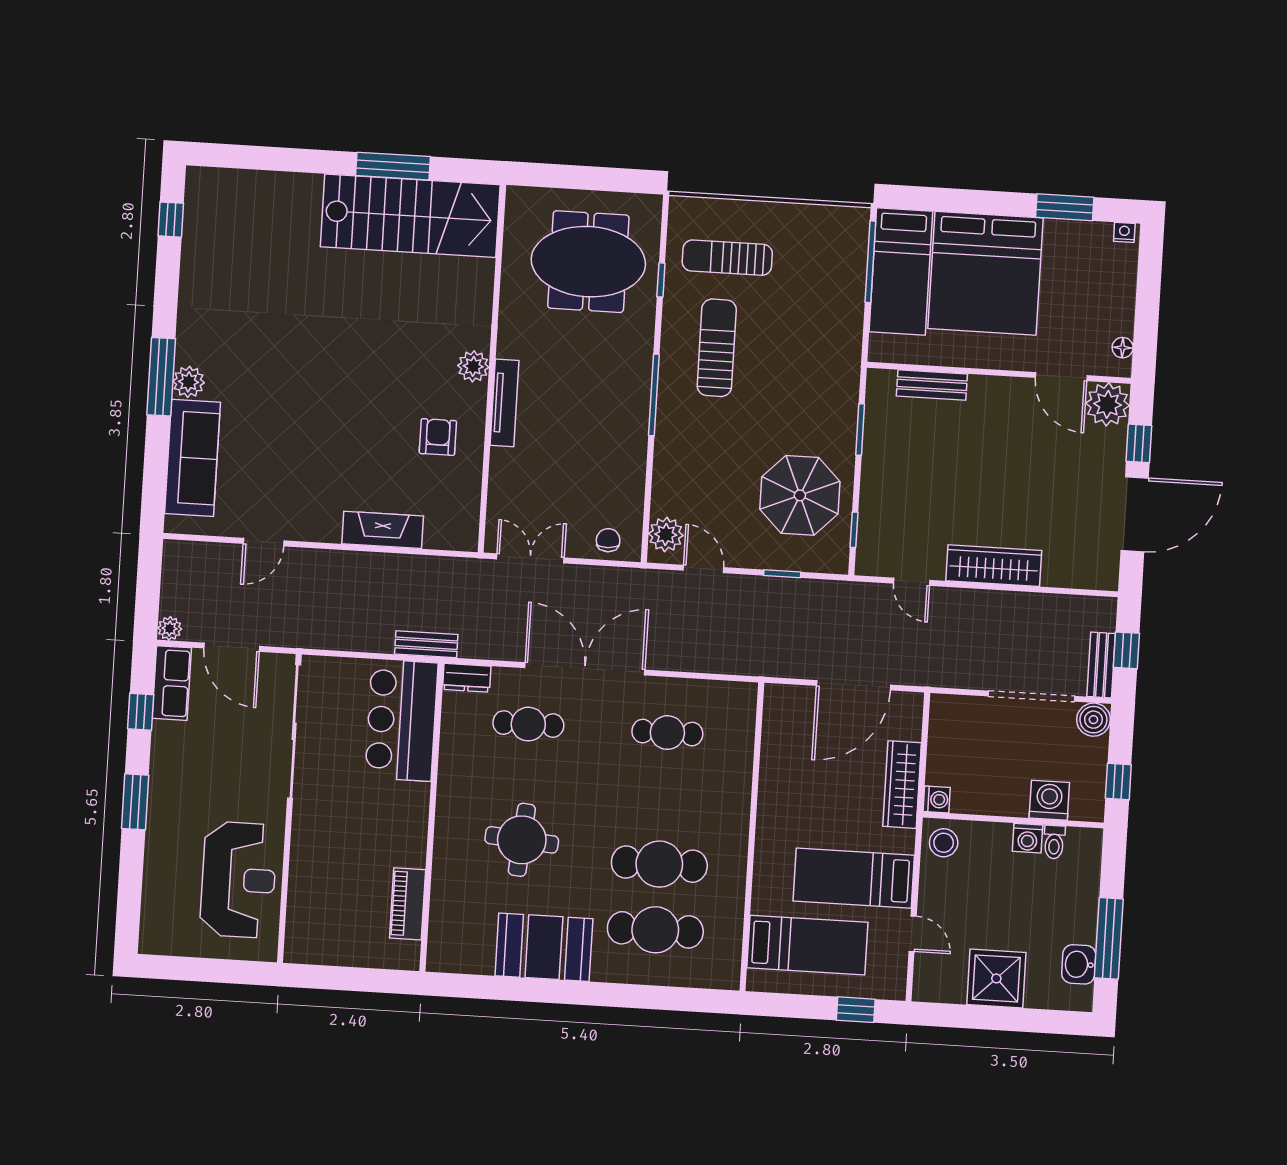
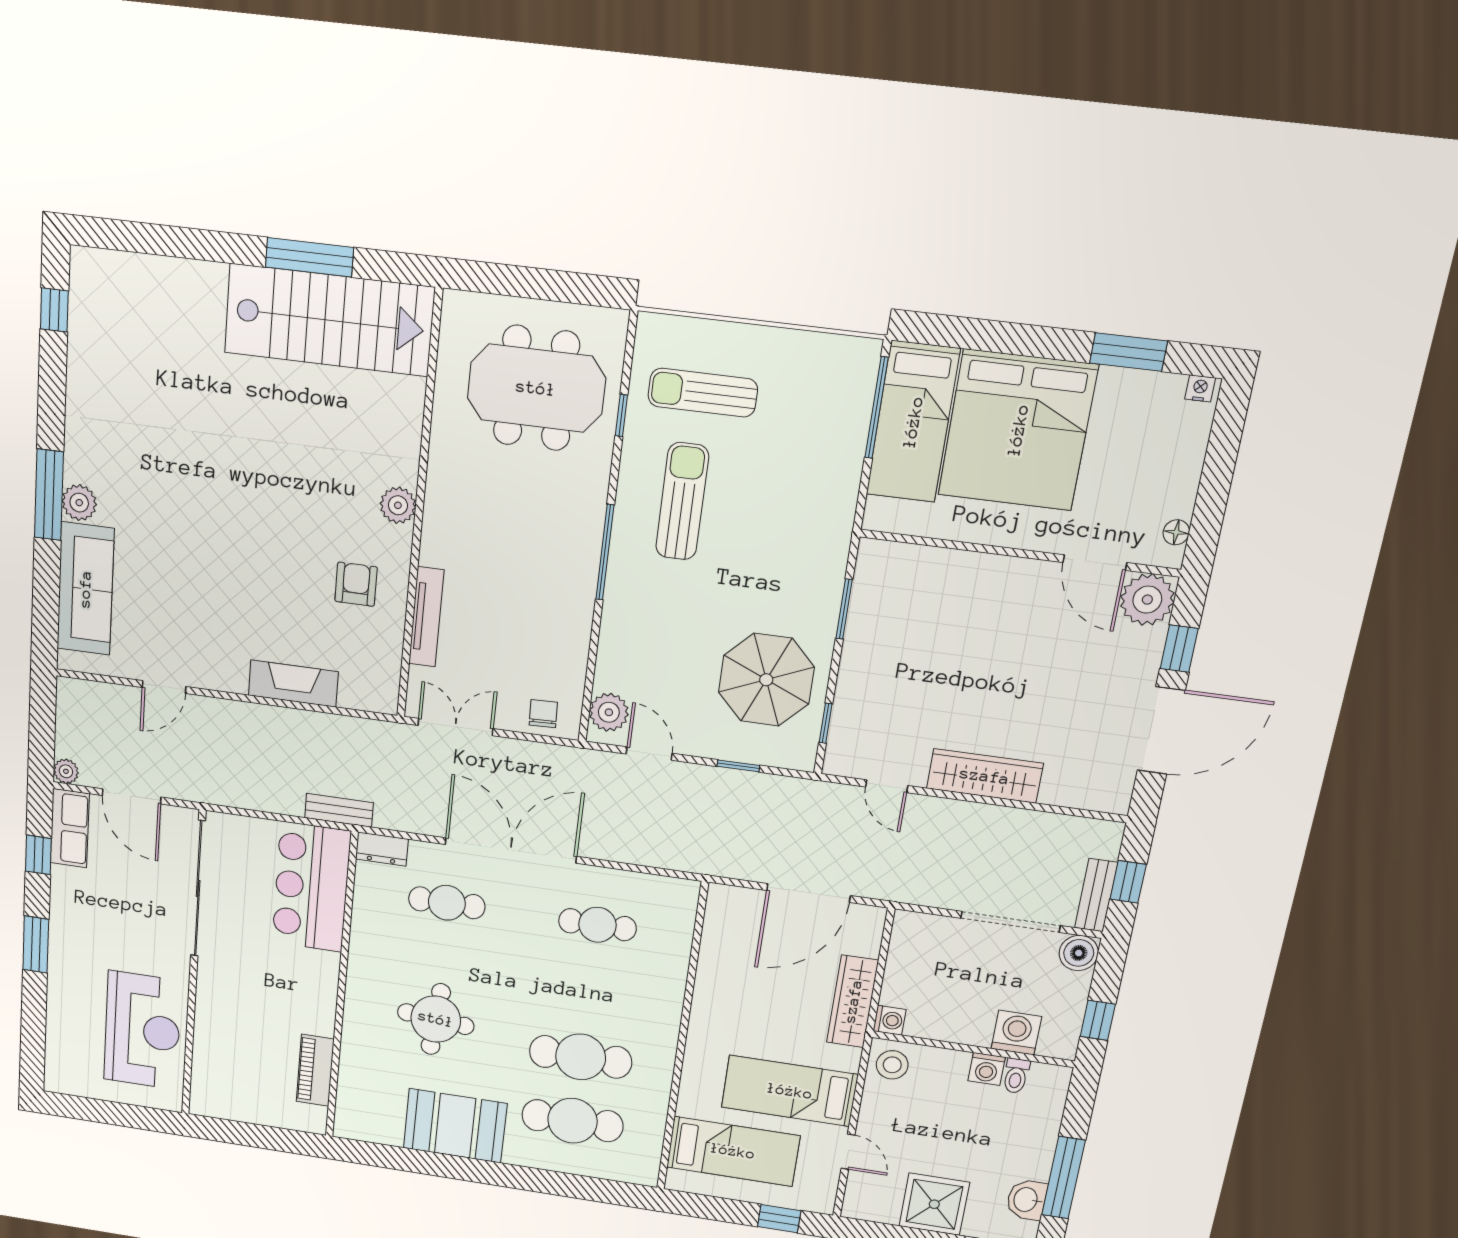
bench: (932, 385) -> (936, 562), removed
tv unit: (505, 403) -> (426, 617), moved

